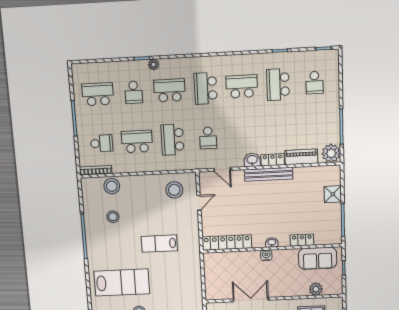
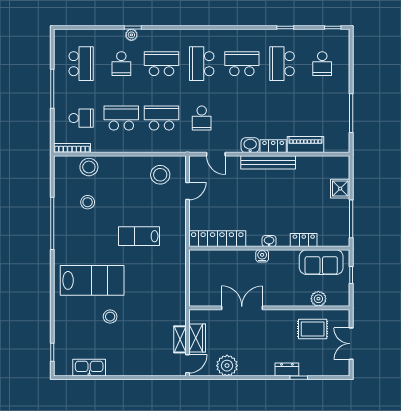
plant: (154, 65) -> (131, 35), moved
school desk: (98, 94) -> (81, 64), turned 90
school desk: (172, 140) -> (161, 118), turned 90
plant: (331, 153) -> (339, 142), removed

